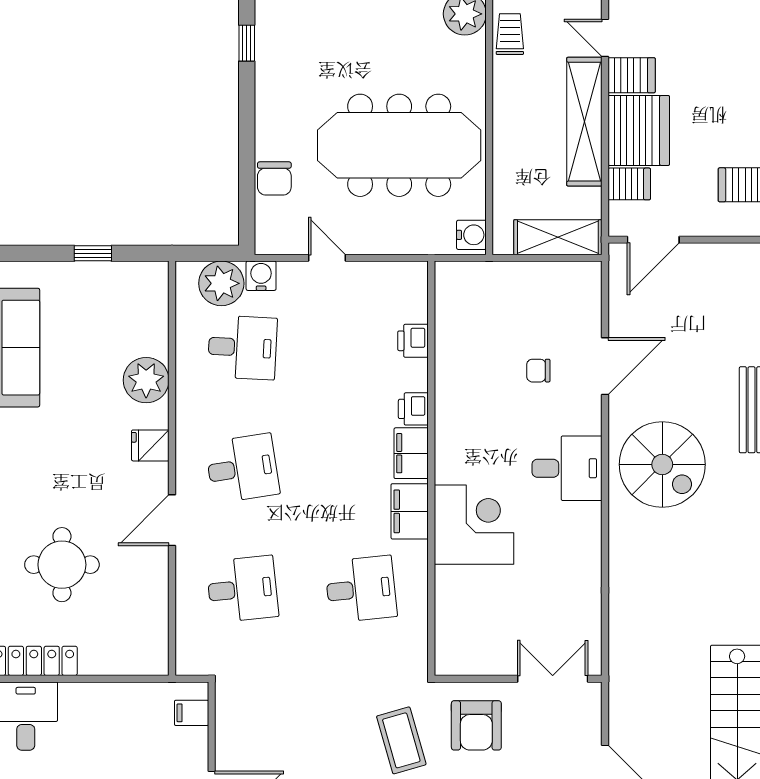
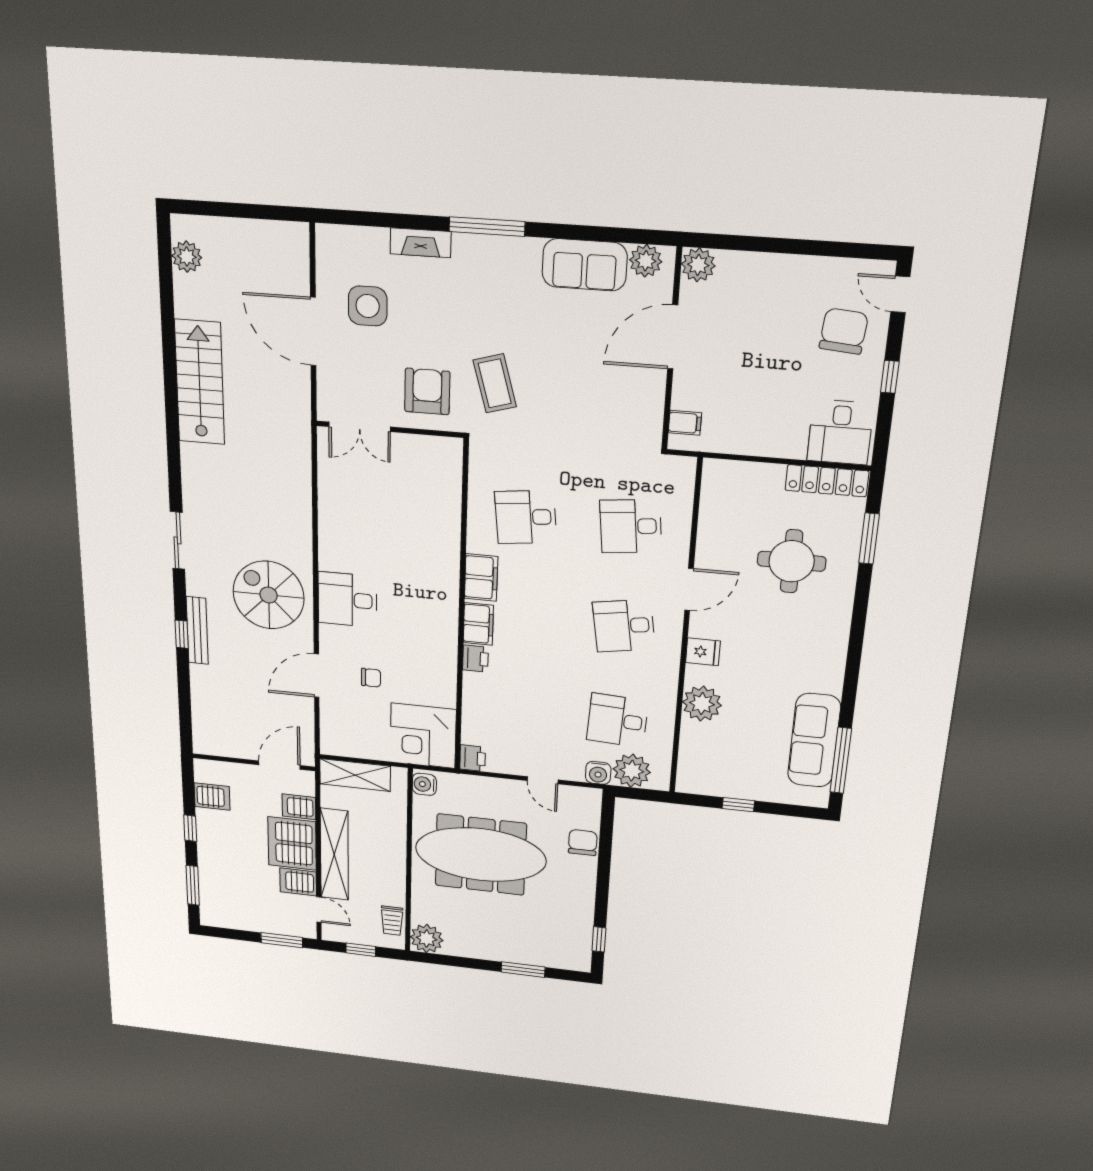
printer: (413, 341) -> (473, 758), moved
corner desk: (474, 525) -> (423, 736), moved

